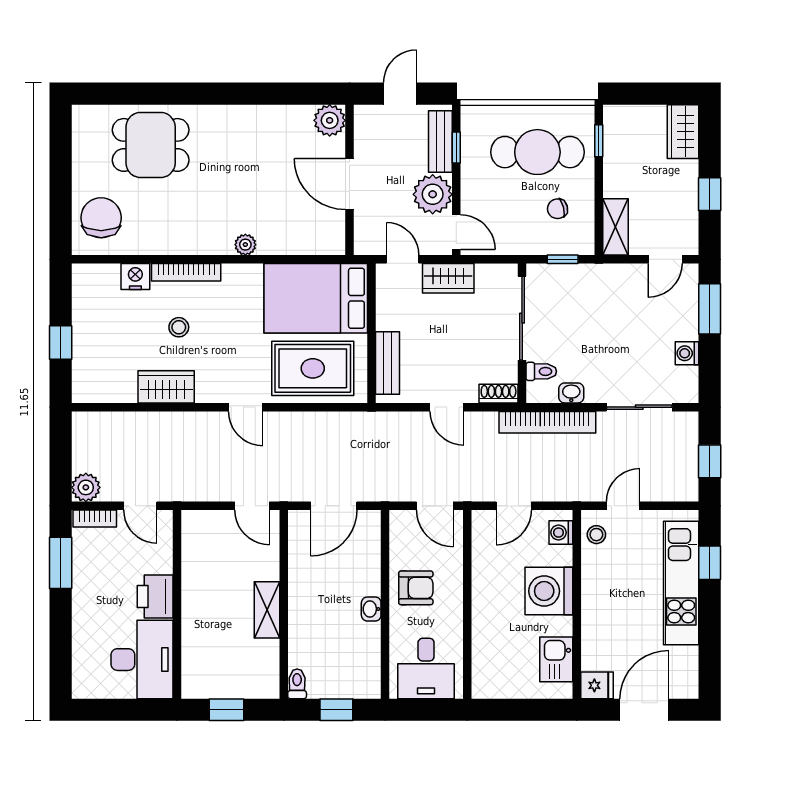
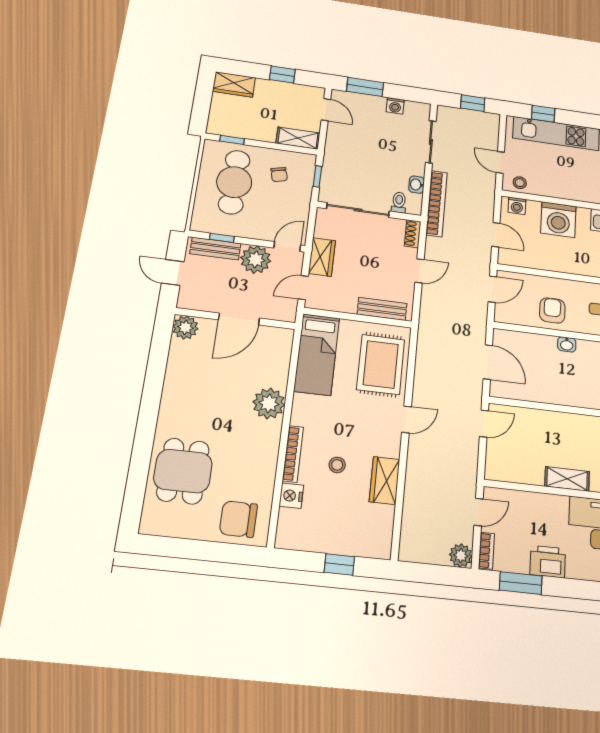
plant: (245, 245) -> (269, 403), width x1.88, depth x1.88
bed: (316, 298) -> (317, 354), width x0.67
printer: (155, 596) -> (548, 562), moved, turned 180
shelving: (267, 610) -> (567, 479), moved

